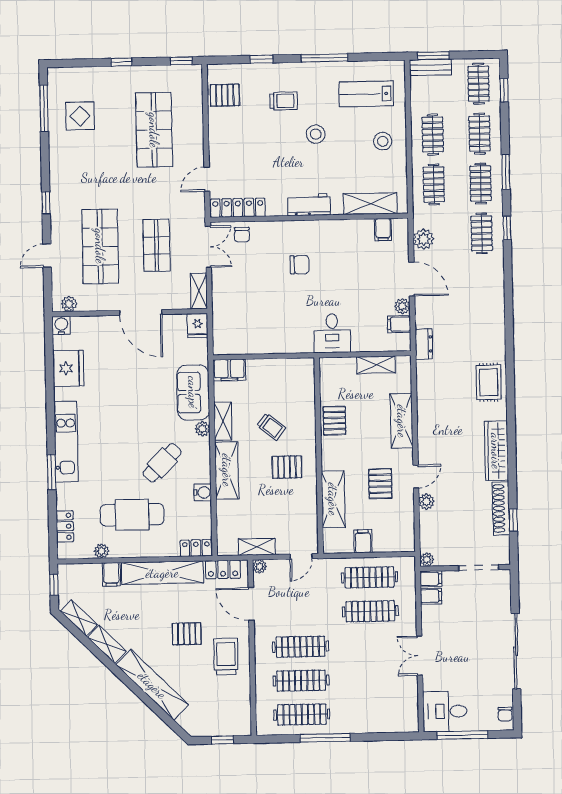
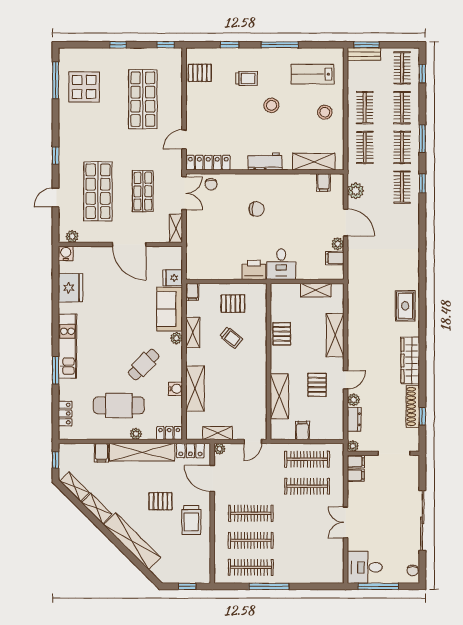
display table: (80, 116) -> (84, 87), width x1.36, depth x1.36
fridge: (198, 326) -> (173, 278), moved, turned 90
printer: (298, 341) -> (254, 270), added
dresser: (424, 344) -> (354, 419), moved
filing cabinet: (229, 370) -> (192, 292), width x0.50
pallet: (287, 467) -> (233, 304), moved
shelving: (227, 470) -> (195, 389), moved
plant: (102, 551) -> (136, 434), moved
trolley: (226, 657) -> (191, 520), turned 180

